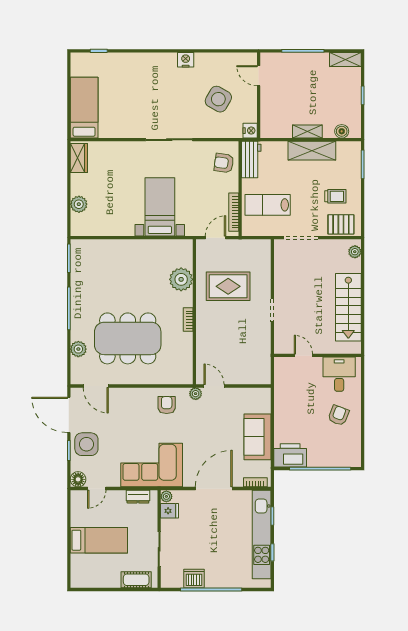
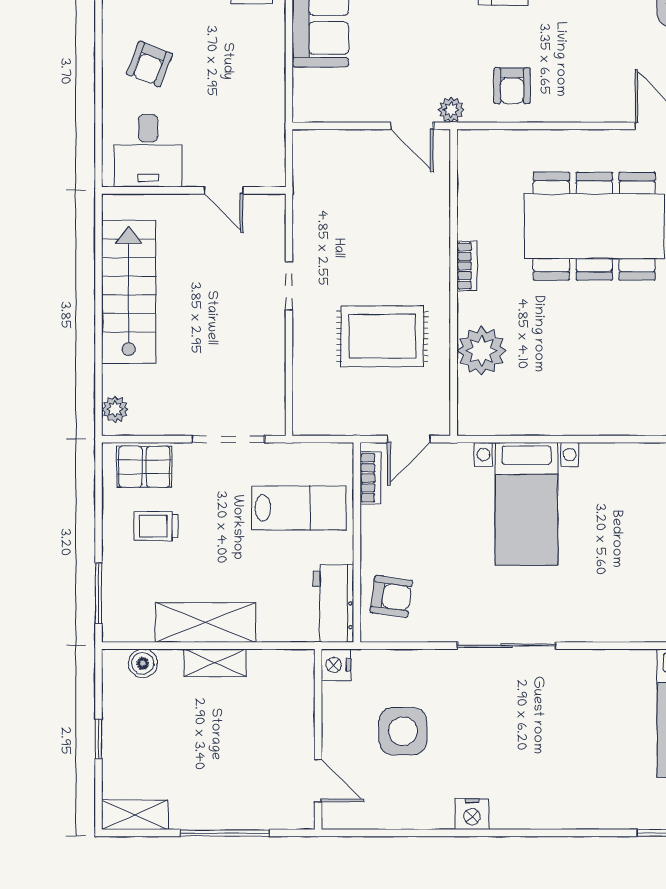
side table: (218, 99) -> (403, 731), turned -30
bookcase: (234, 212) -> (370, 478), width x0.64

